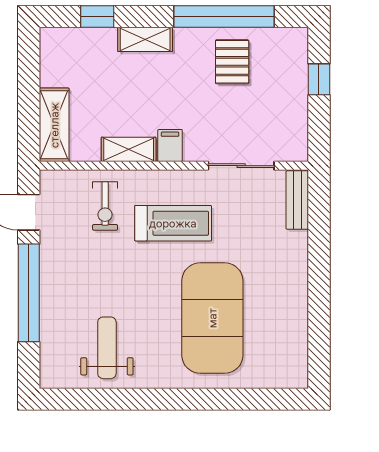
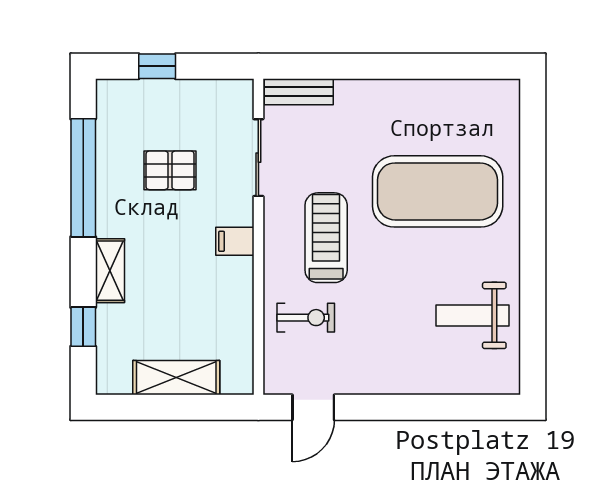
pallet: (232, 62) -> (170, 170), moved
shelving: (54, 125) -> (176, 378), moved
shelving: (129, 149) -> (239, 290), removed
window: (29, 293) -> (408, 407), removed

